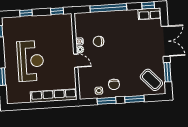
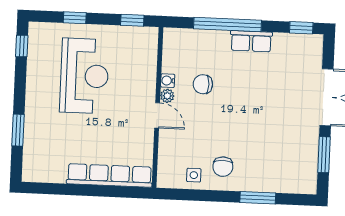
row of seats: (150, 14) -> (251, 41), moved
reception desk: (30, 61) -> (84, 76), moved
coffee table: (151, 80) -> (293, 166), removed
window: (107, 101) -> (206, 195), removed

